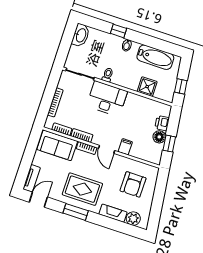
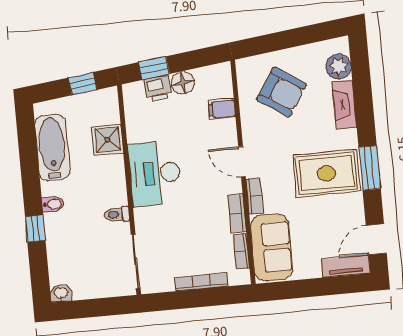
washbasin: (81, 35) -> (61, 293), width x0.52, depth x0.69
desk: (107, 99) -> (155, 173), moved
window: (169, 144) -> (154, 68), moved
filing cabinet: (125, 147) -> (222, 109), moved
door: (107, 149) -> (242, 162), swing flipped
armchair: (133, 184) -> (282, 92), turned 33
rug: (82, 189) -> (326, 173), turned 90
door: (38, 200) -> (376, 239), hinge flipped

